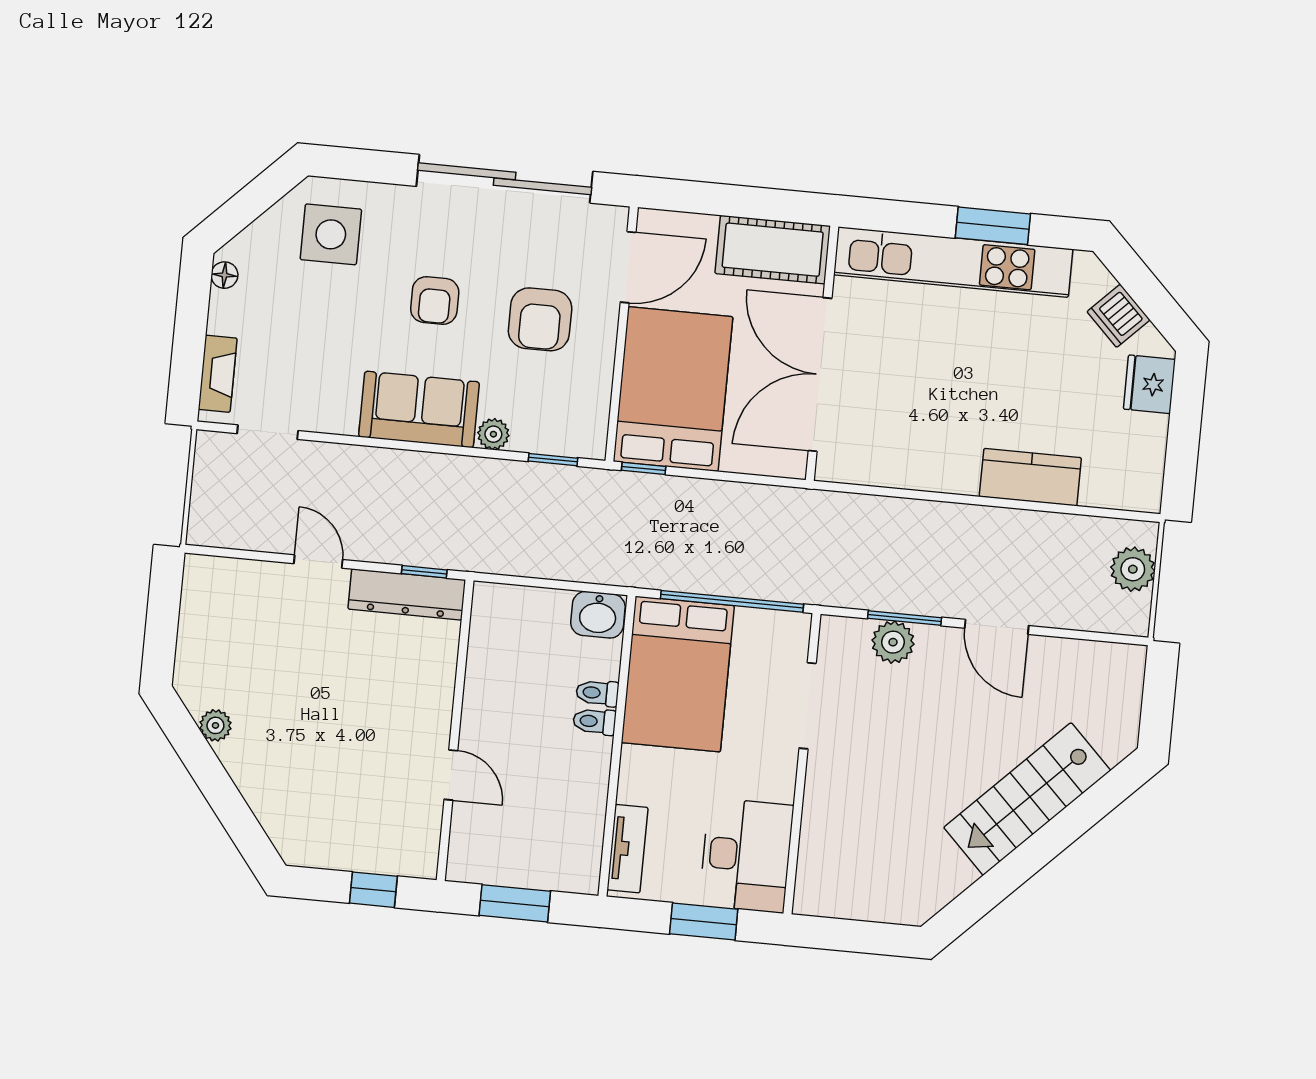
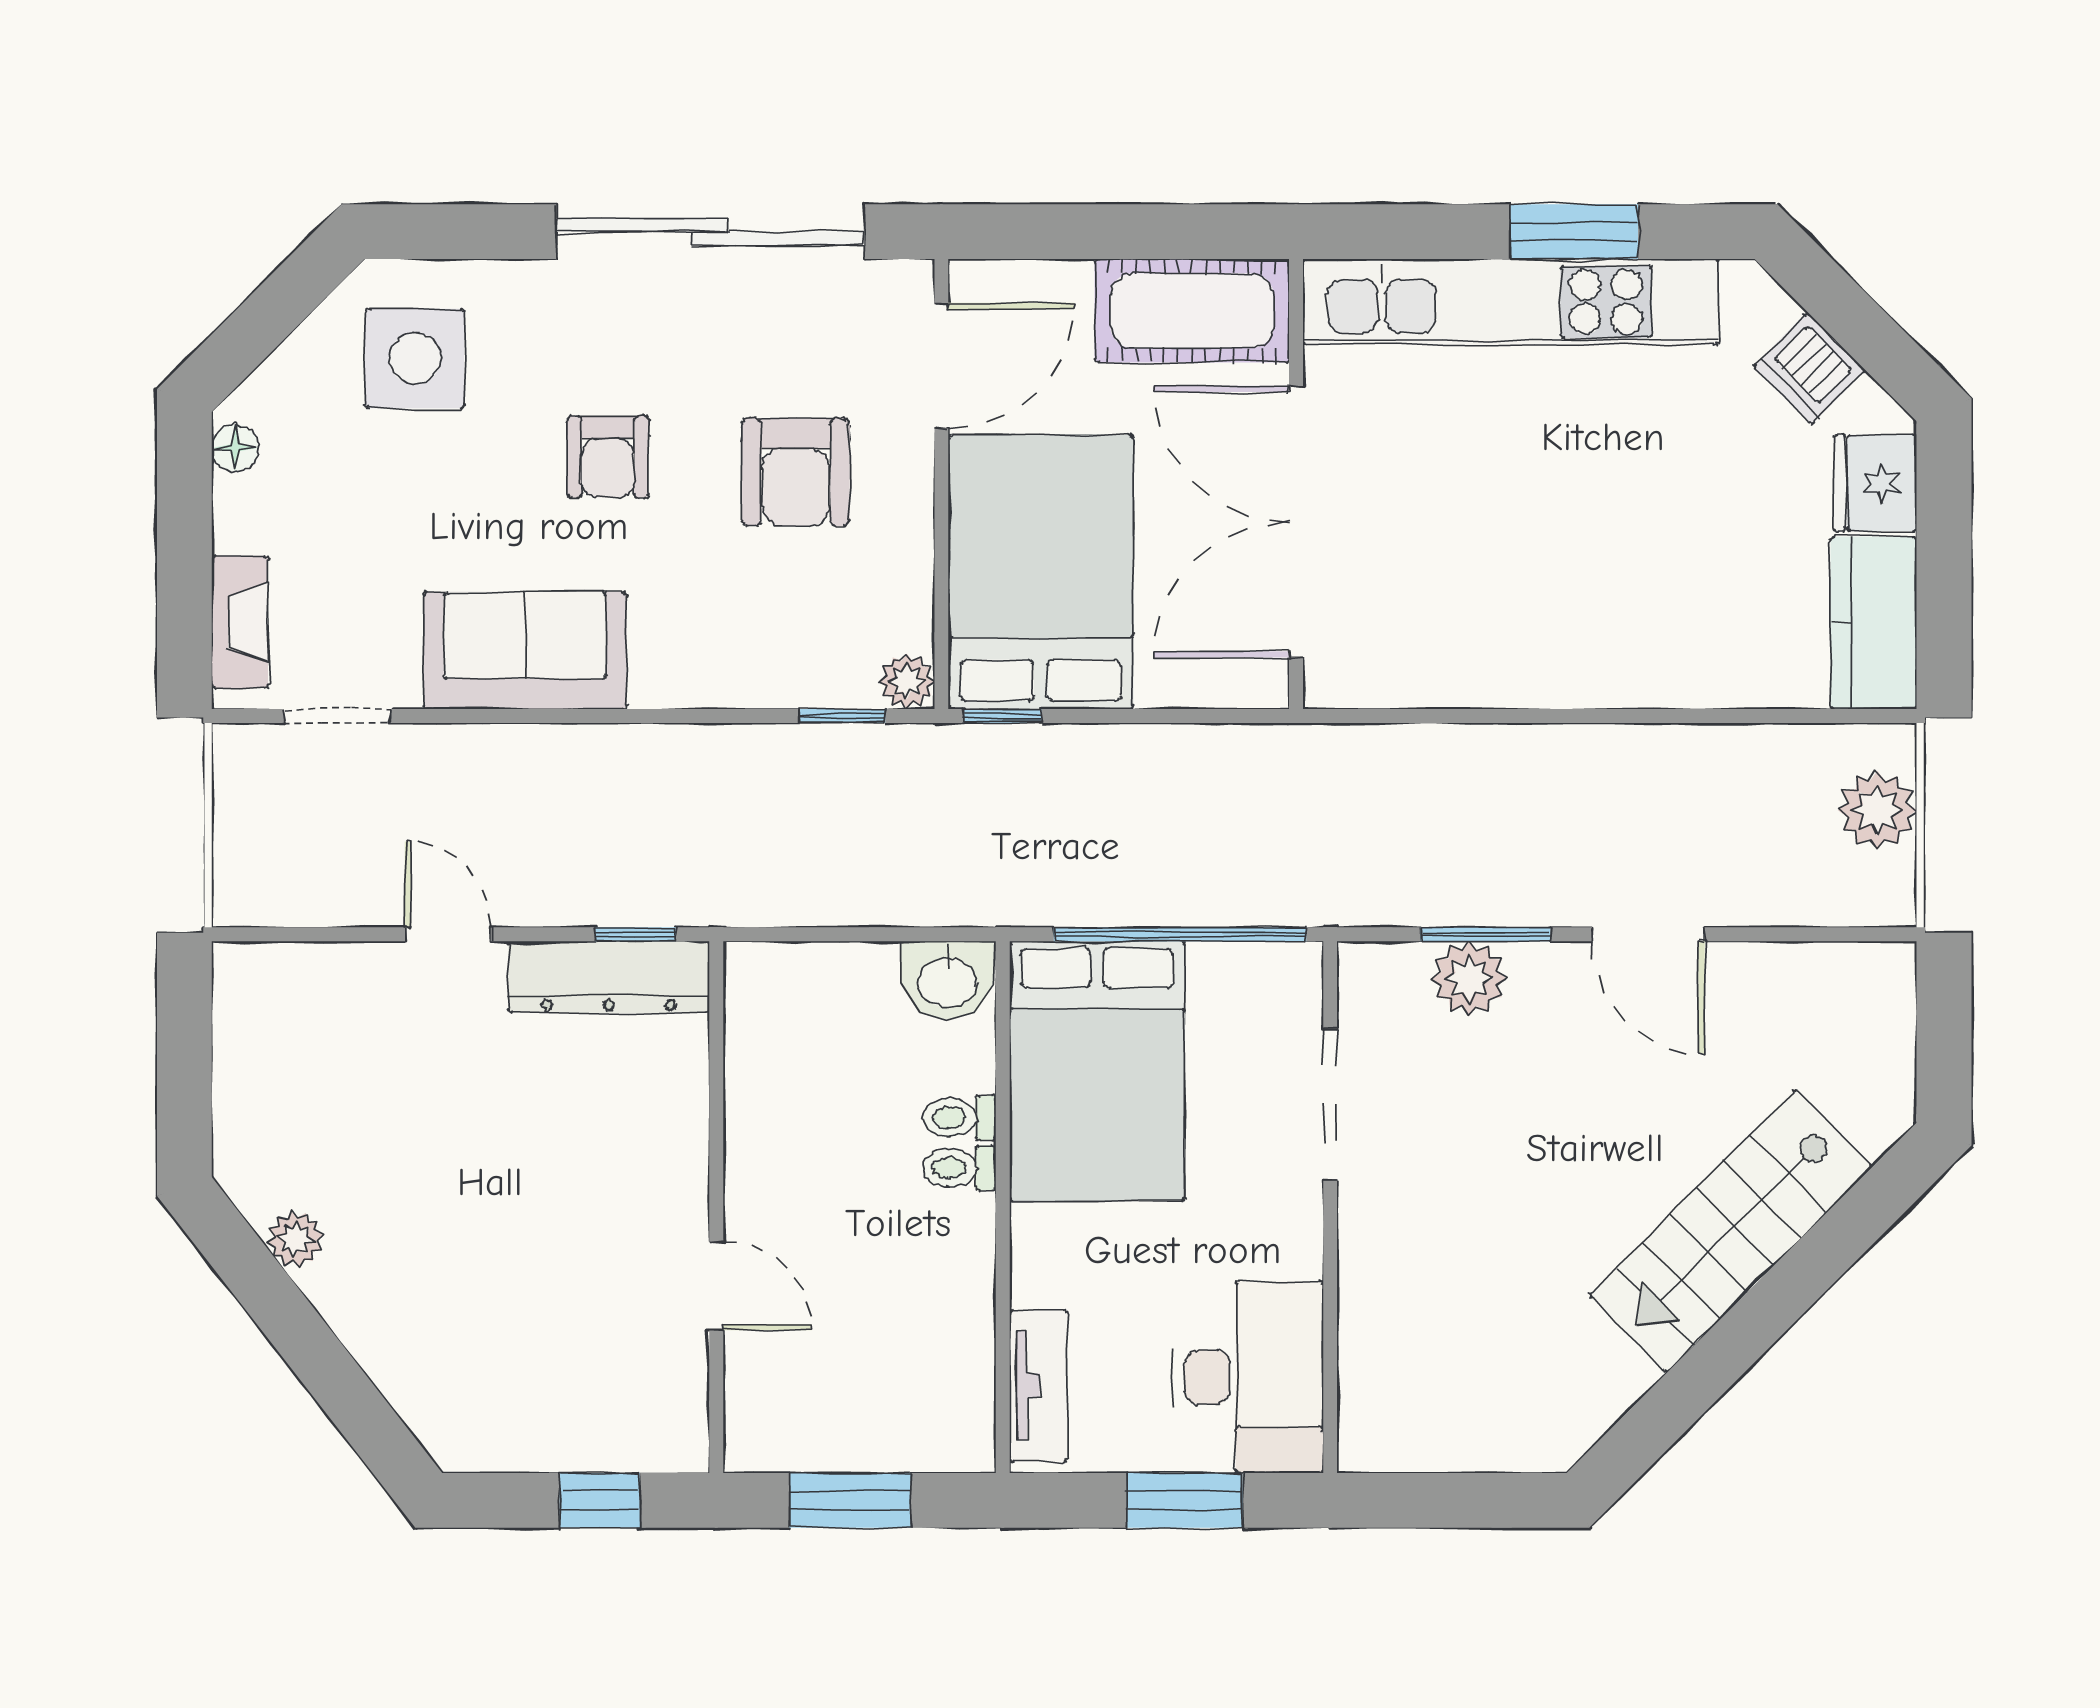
sofa: (419, 409) -> (525, 650), moved
plant: (493, 434) -> (907, 681), moved
kitchen counter: (1030, 477) -> (1874, 623), moved, turned -90

